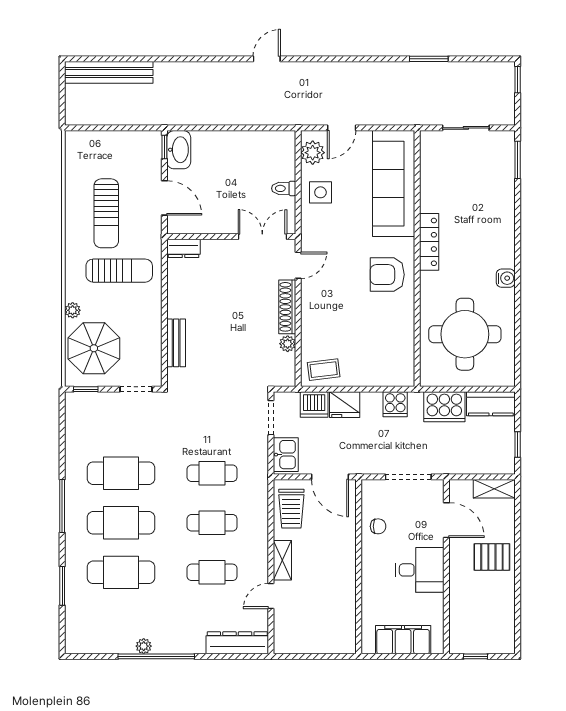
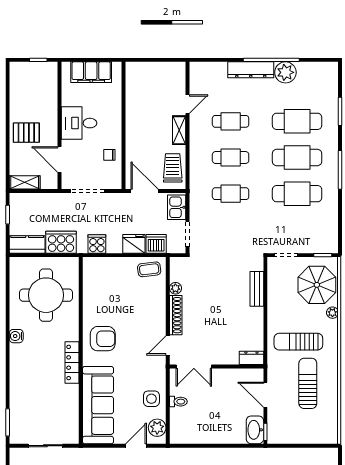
dresser: (237, 643) -> (251, 70), moved
plant: (144, 646) -> (285, 72), width x1.87, depth x1.87

